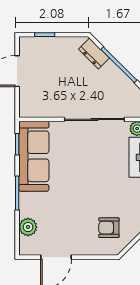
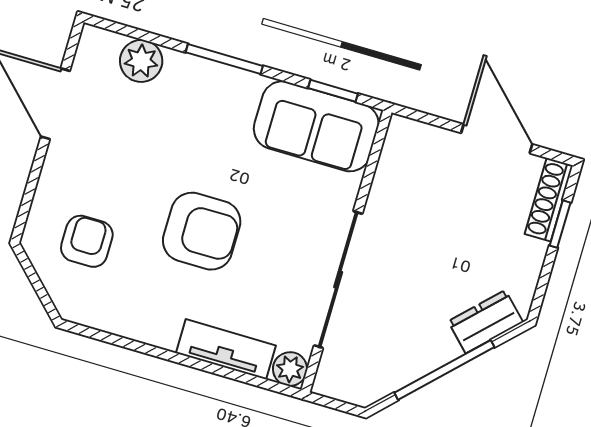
shoe rack: (36, 42) -> (549, 200), added
sofa: (34, 156) -> (316, 126), width x0.73
armchair: (91, 182) -> (202, 231), added

